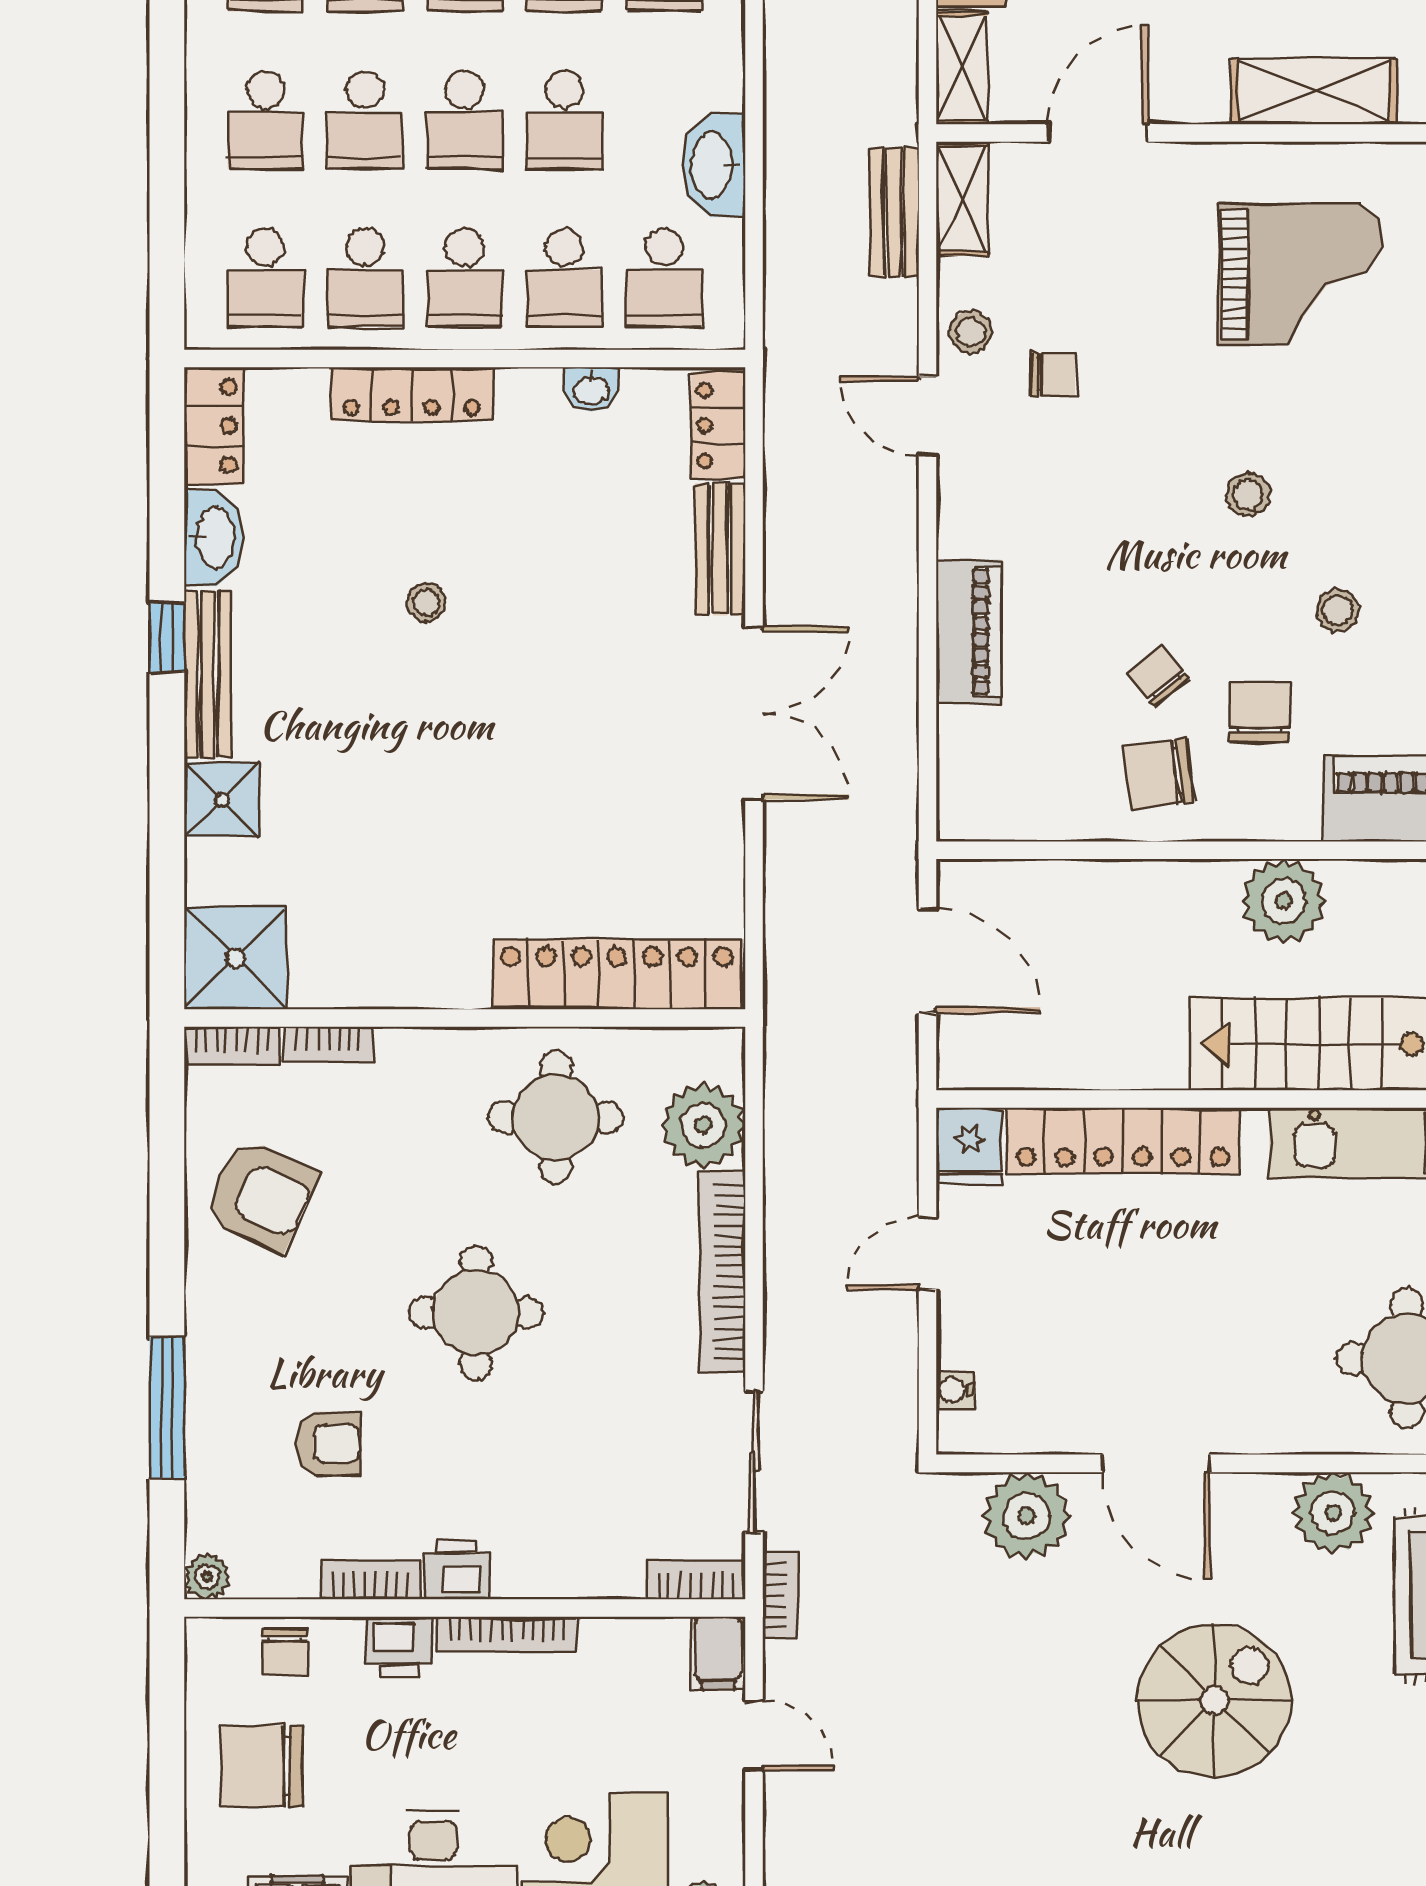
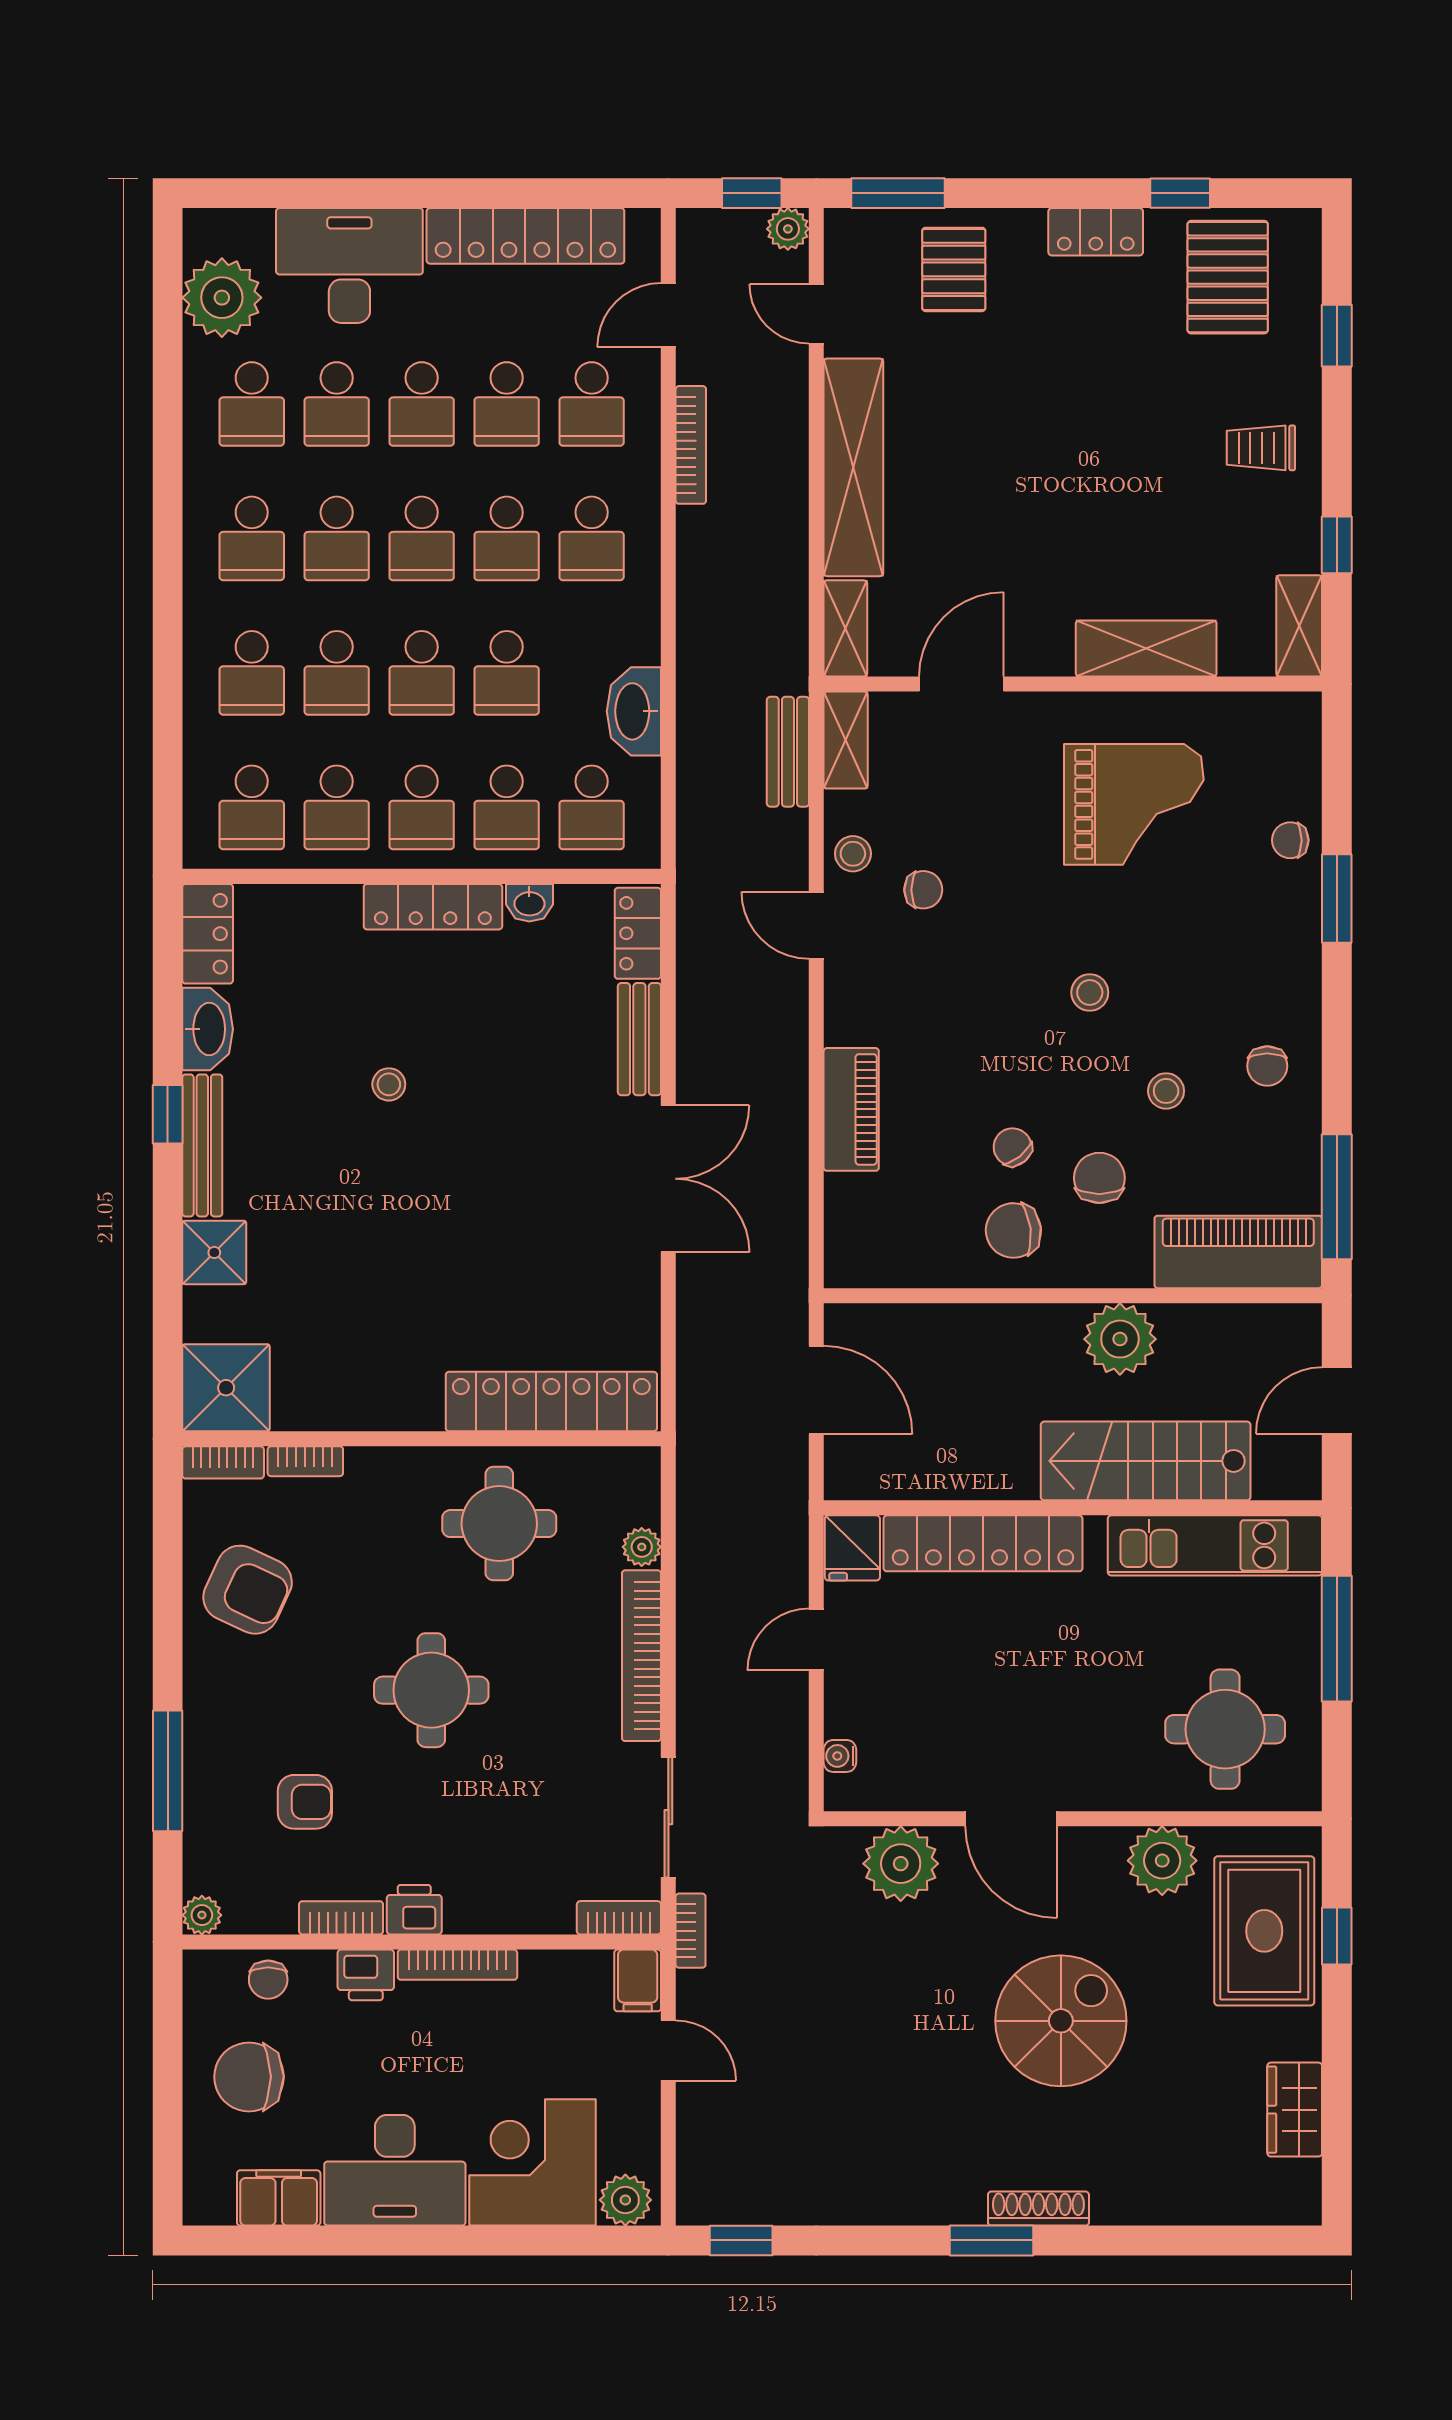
locker: (412, 394) -> (433, 907), moved
plant: (703, 1125) -> (642, 1547), width x0.53, depth x0.53

